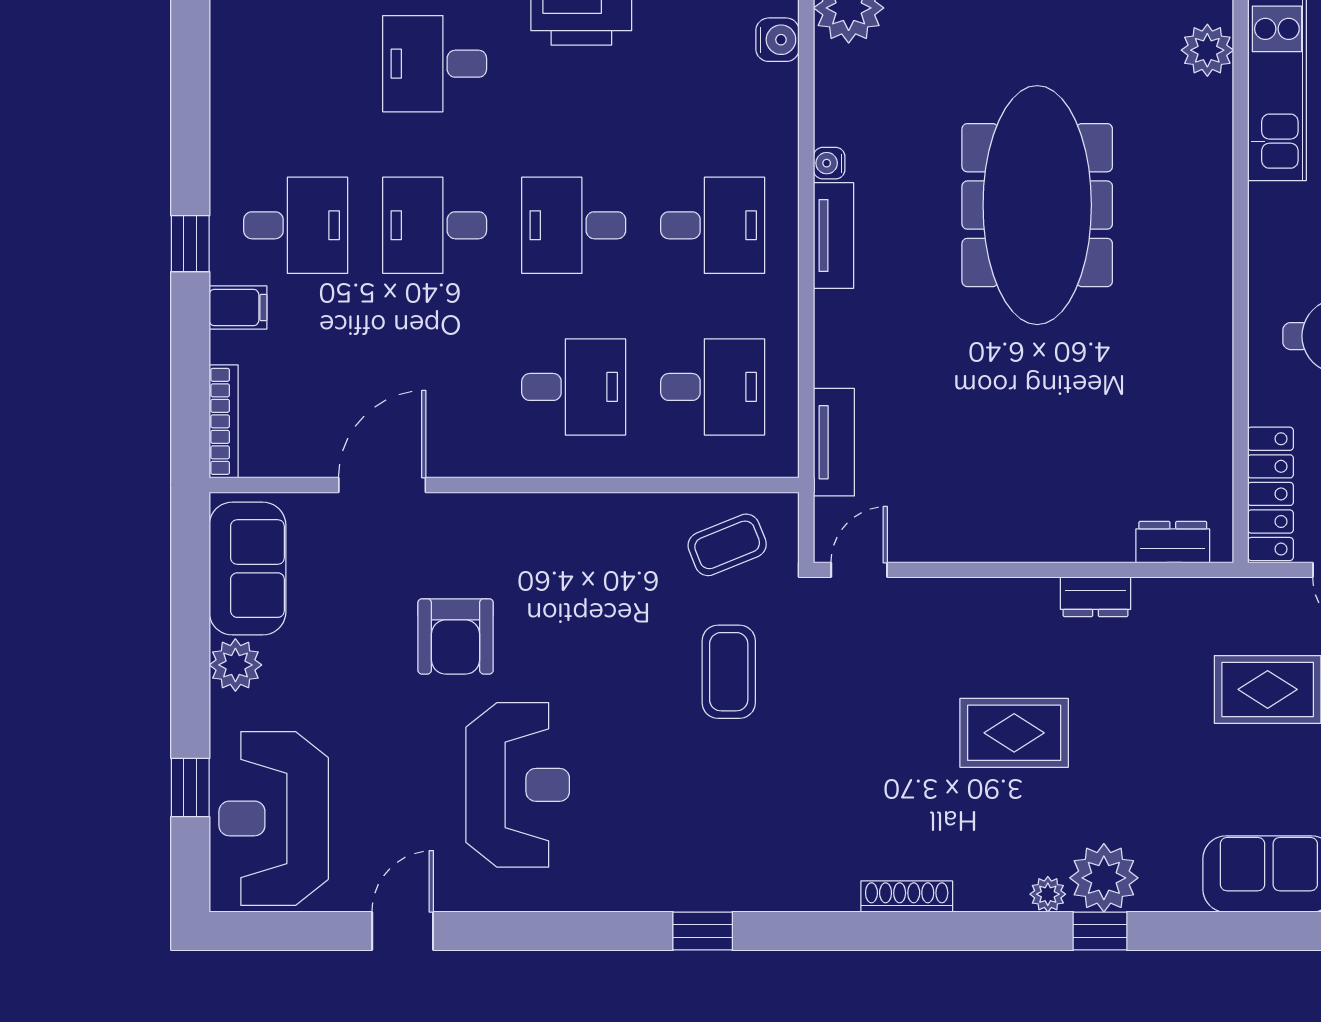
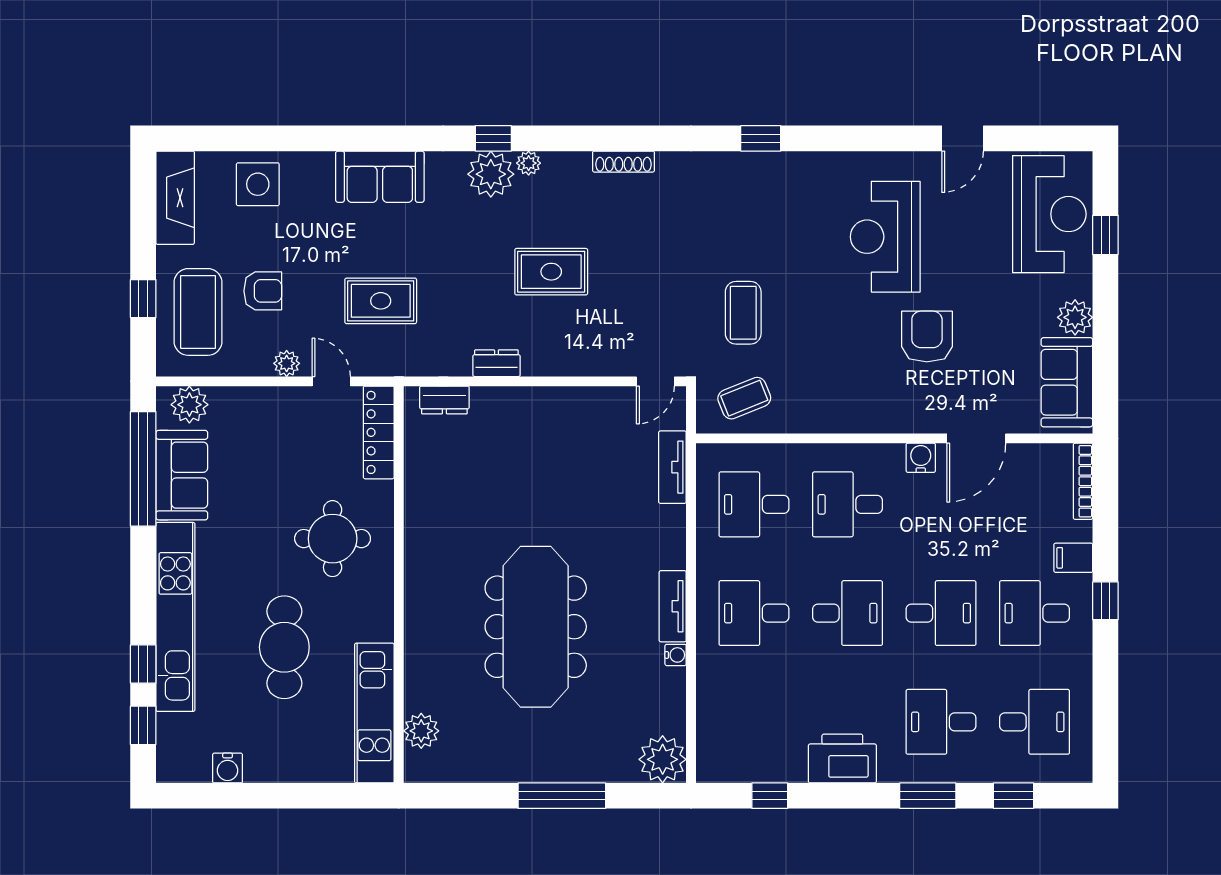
water cooler: (777, 40) -> (921, 458), moved, turned 90
desk: (296, 64) -> (1035, 722), added
desk: (435, 64) -> (941, 722), turned 180

